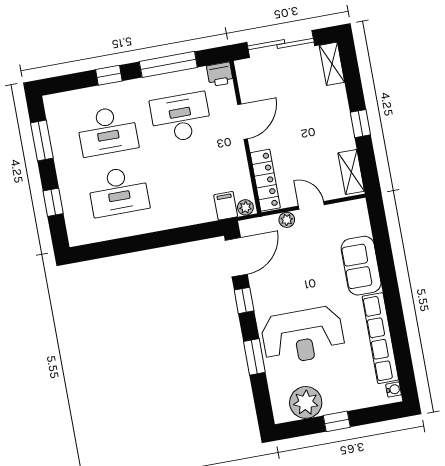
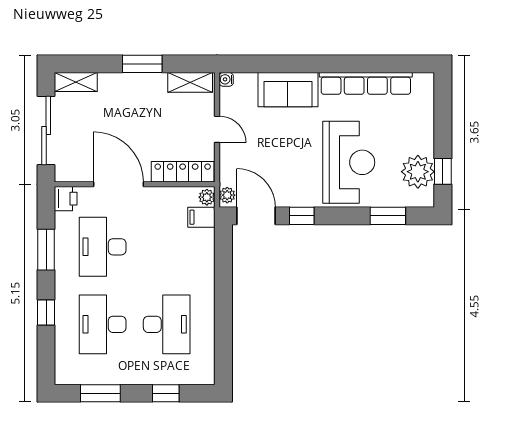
window: (168, 64) -> (46, 250), width x0.69
door: (243, 122) -> (118, 184), width x1.36
window: (360, 124) -> (142, 64), width x1.50
desk: (107, 131) -> (103, 324), turned 180
door: (311, 205) -> (217, 129), swing flipped
plant: (287, 220) -> (227, 195), moved
window: (254, 357) -> (388, 216), moved
water cooler: (394, 389) -> (226, 79), moved, turned -90
window: (337, 421) -> (443, 171), moved

